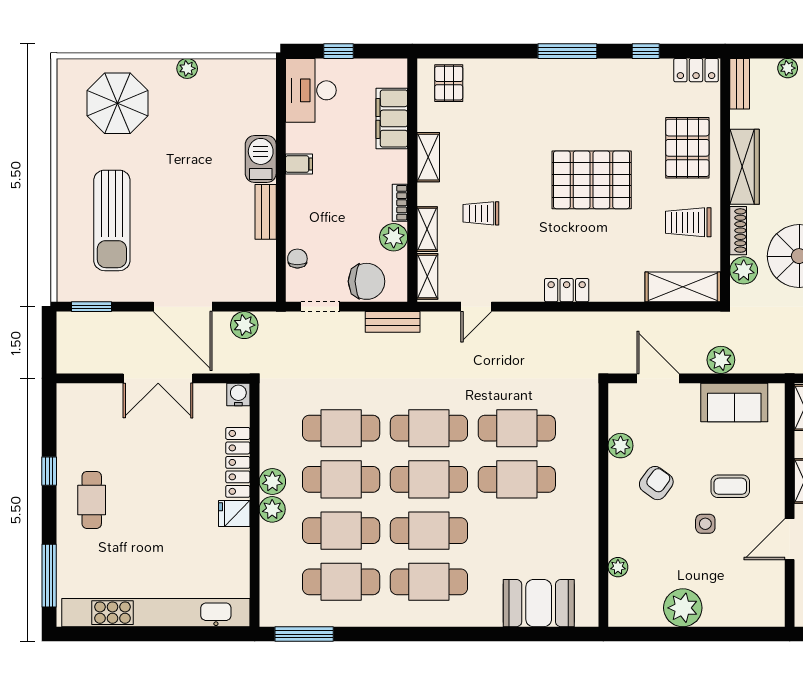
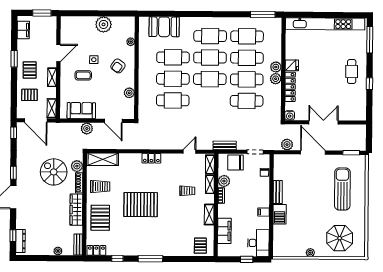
cafe table: (429, 428) -> (173, 57), moved
armchair: (656, 483) -> (118, 66), moved

